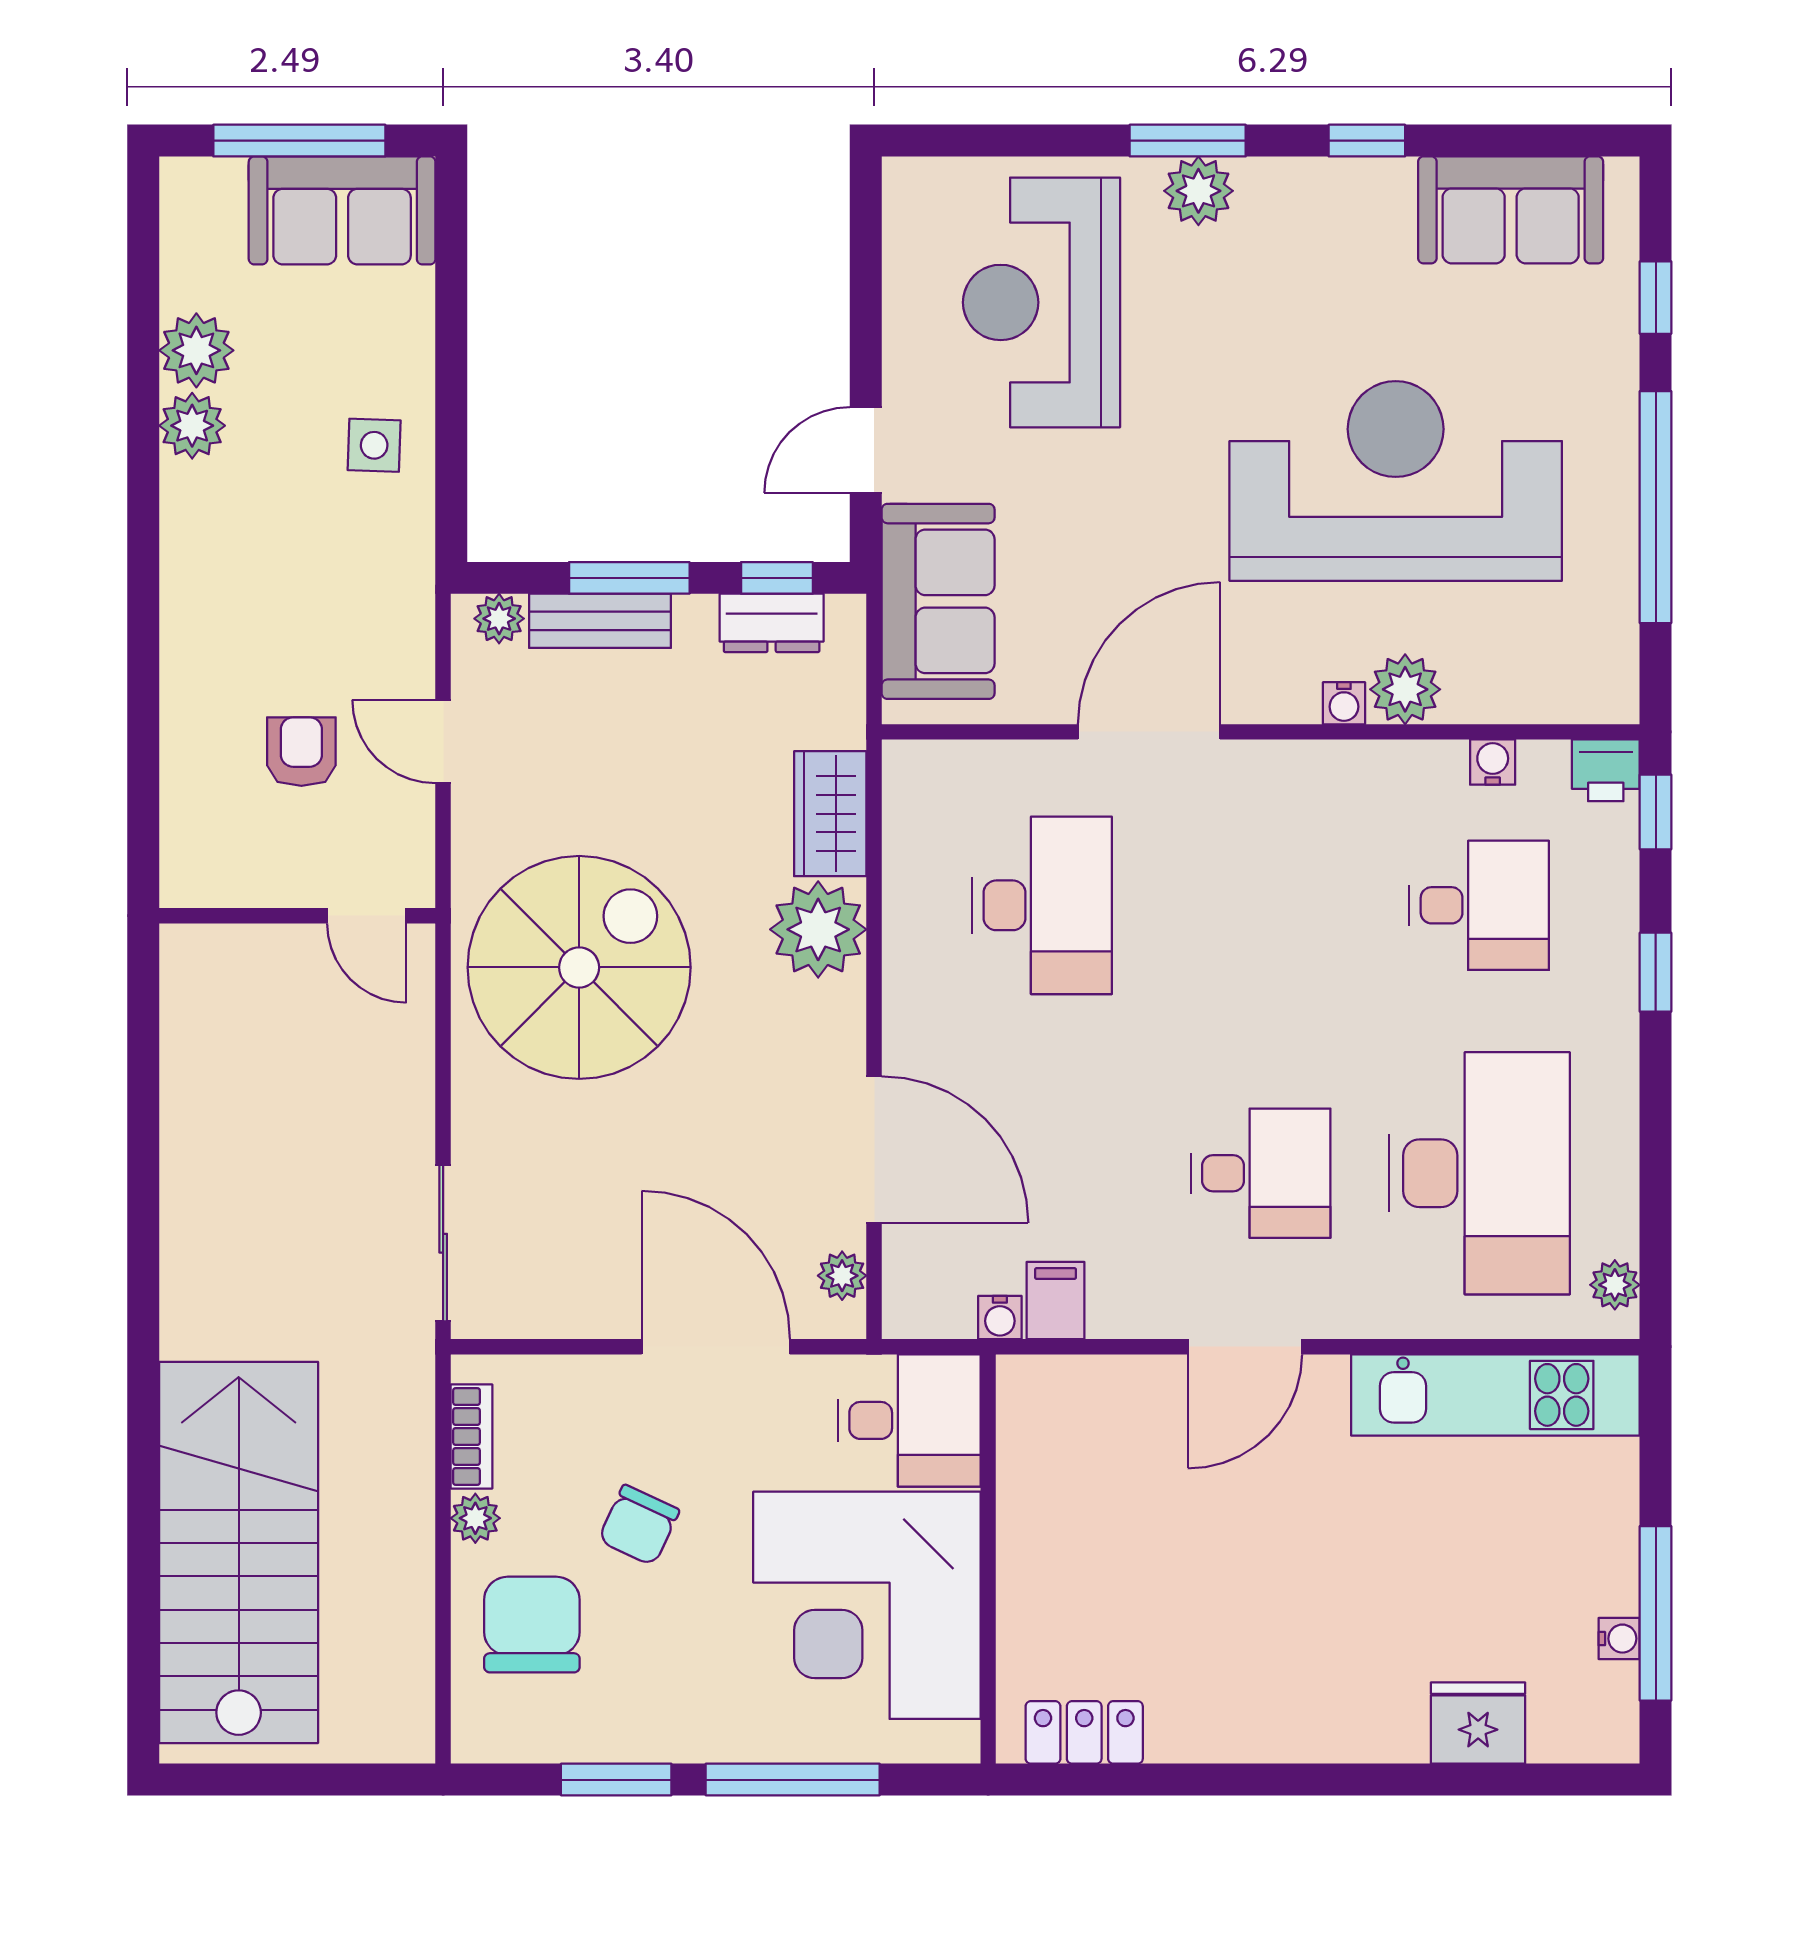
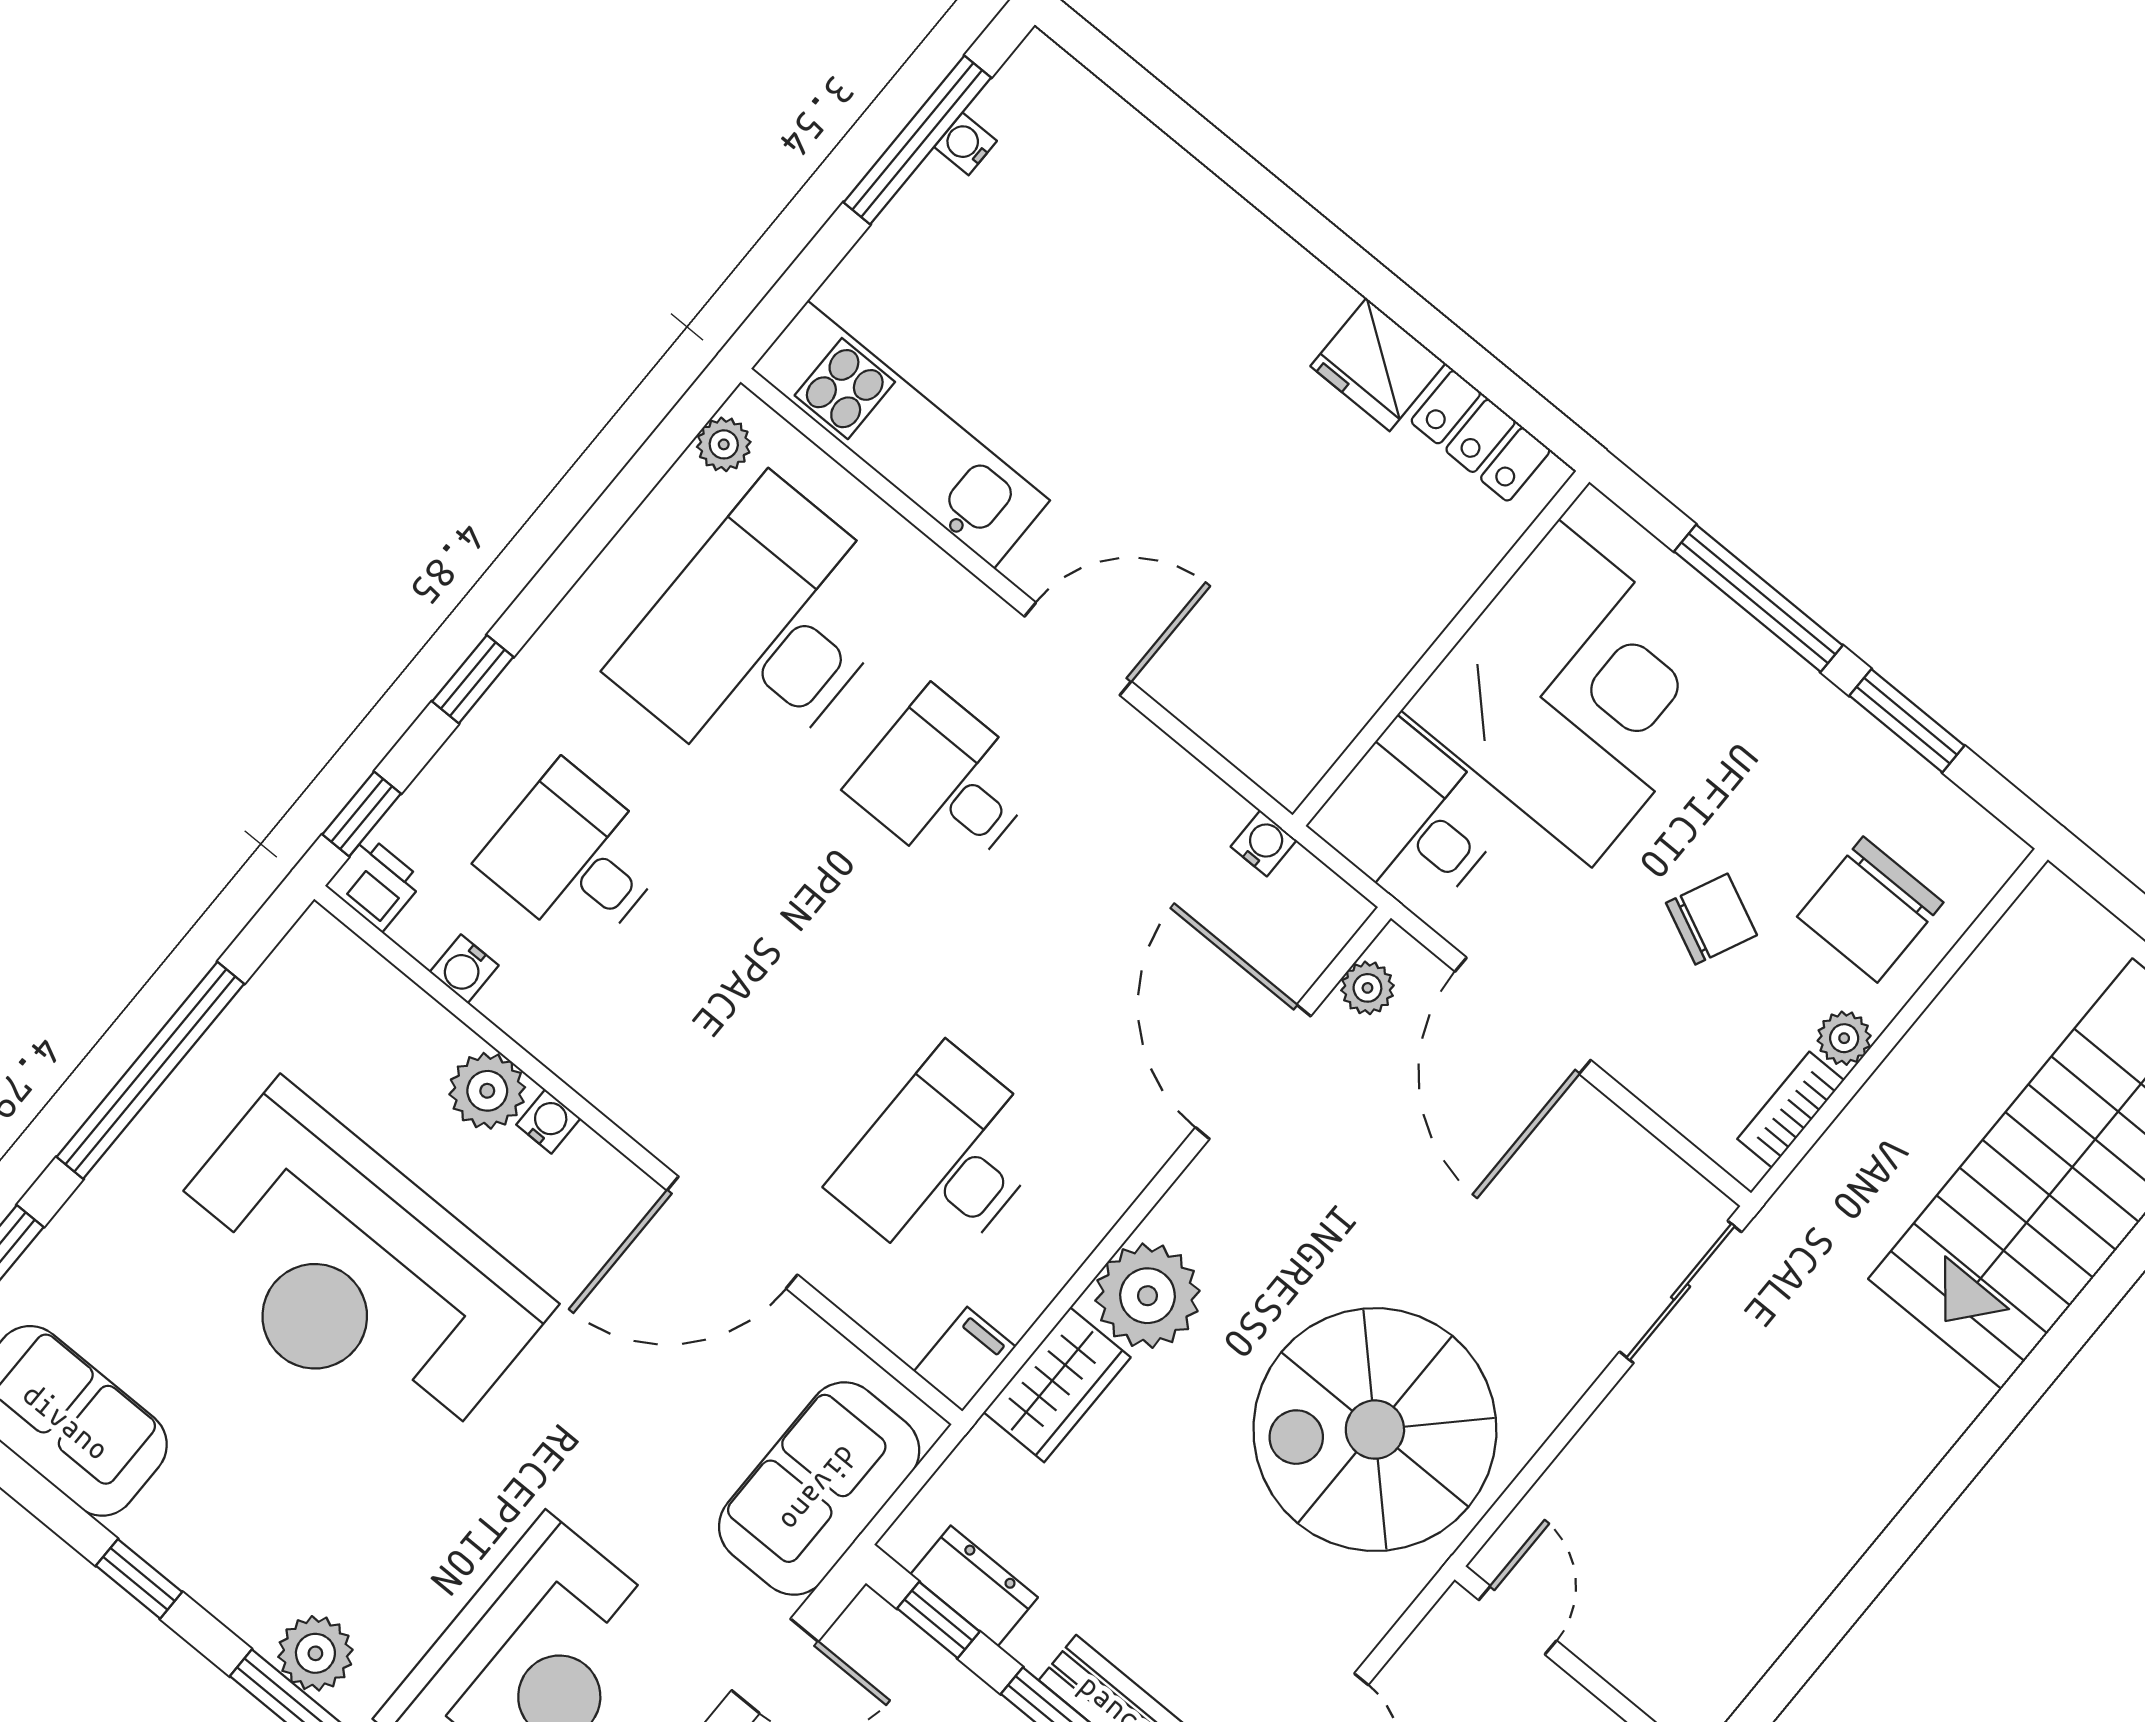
filing cabinet: (1056, 1300) -> (965, 1359), moved, turned 180
fridge: (1478, 1723) -> (1378, 365), moved

